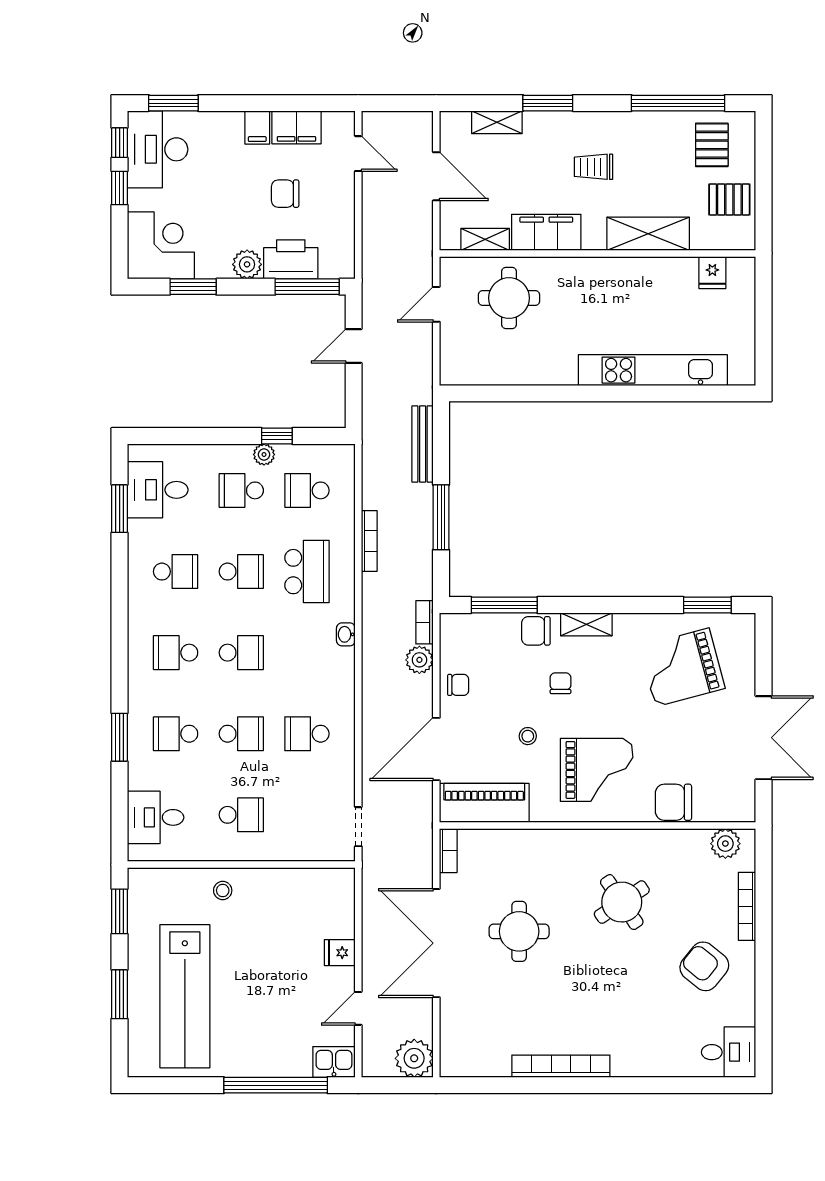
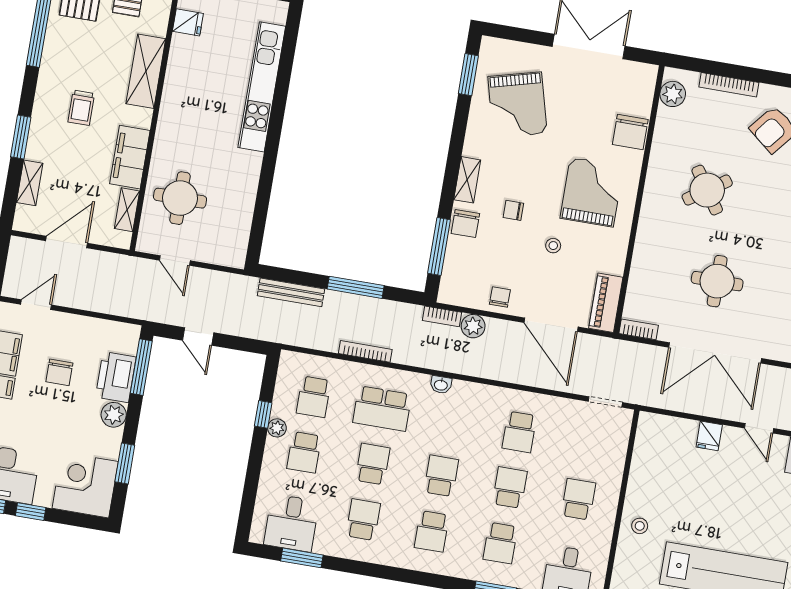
school desk: (307, 572) -> (382, 409), turned 180
piano: (484, 803) -> (606, 303), width x0.73, depth x0.75

